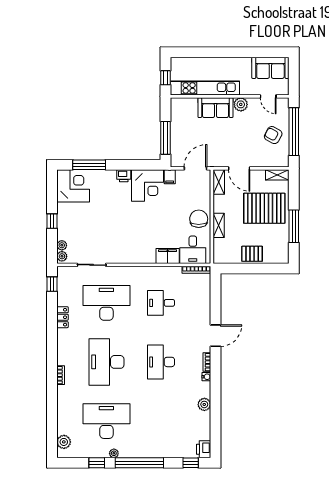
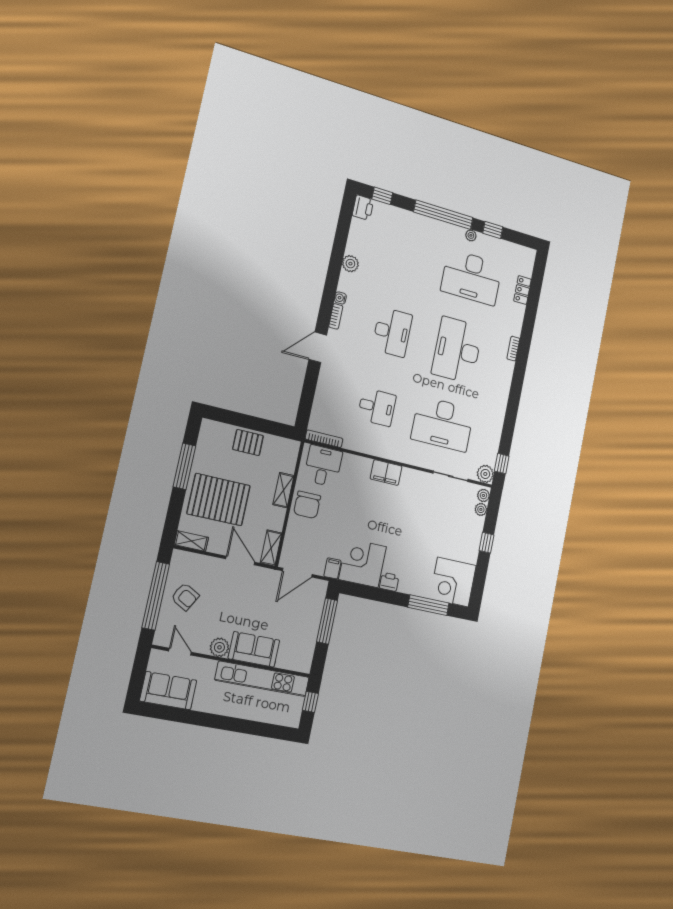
filing cabinet: (168, 256) -> (386, 473), moved
locker: (62, 317) -> (522, 290), moved
desk: (106, 362) -> (457, 350), turned 180
plant: (64, 442) -> (485, 474), moved

